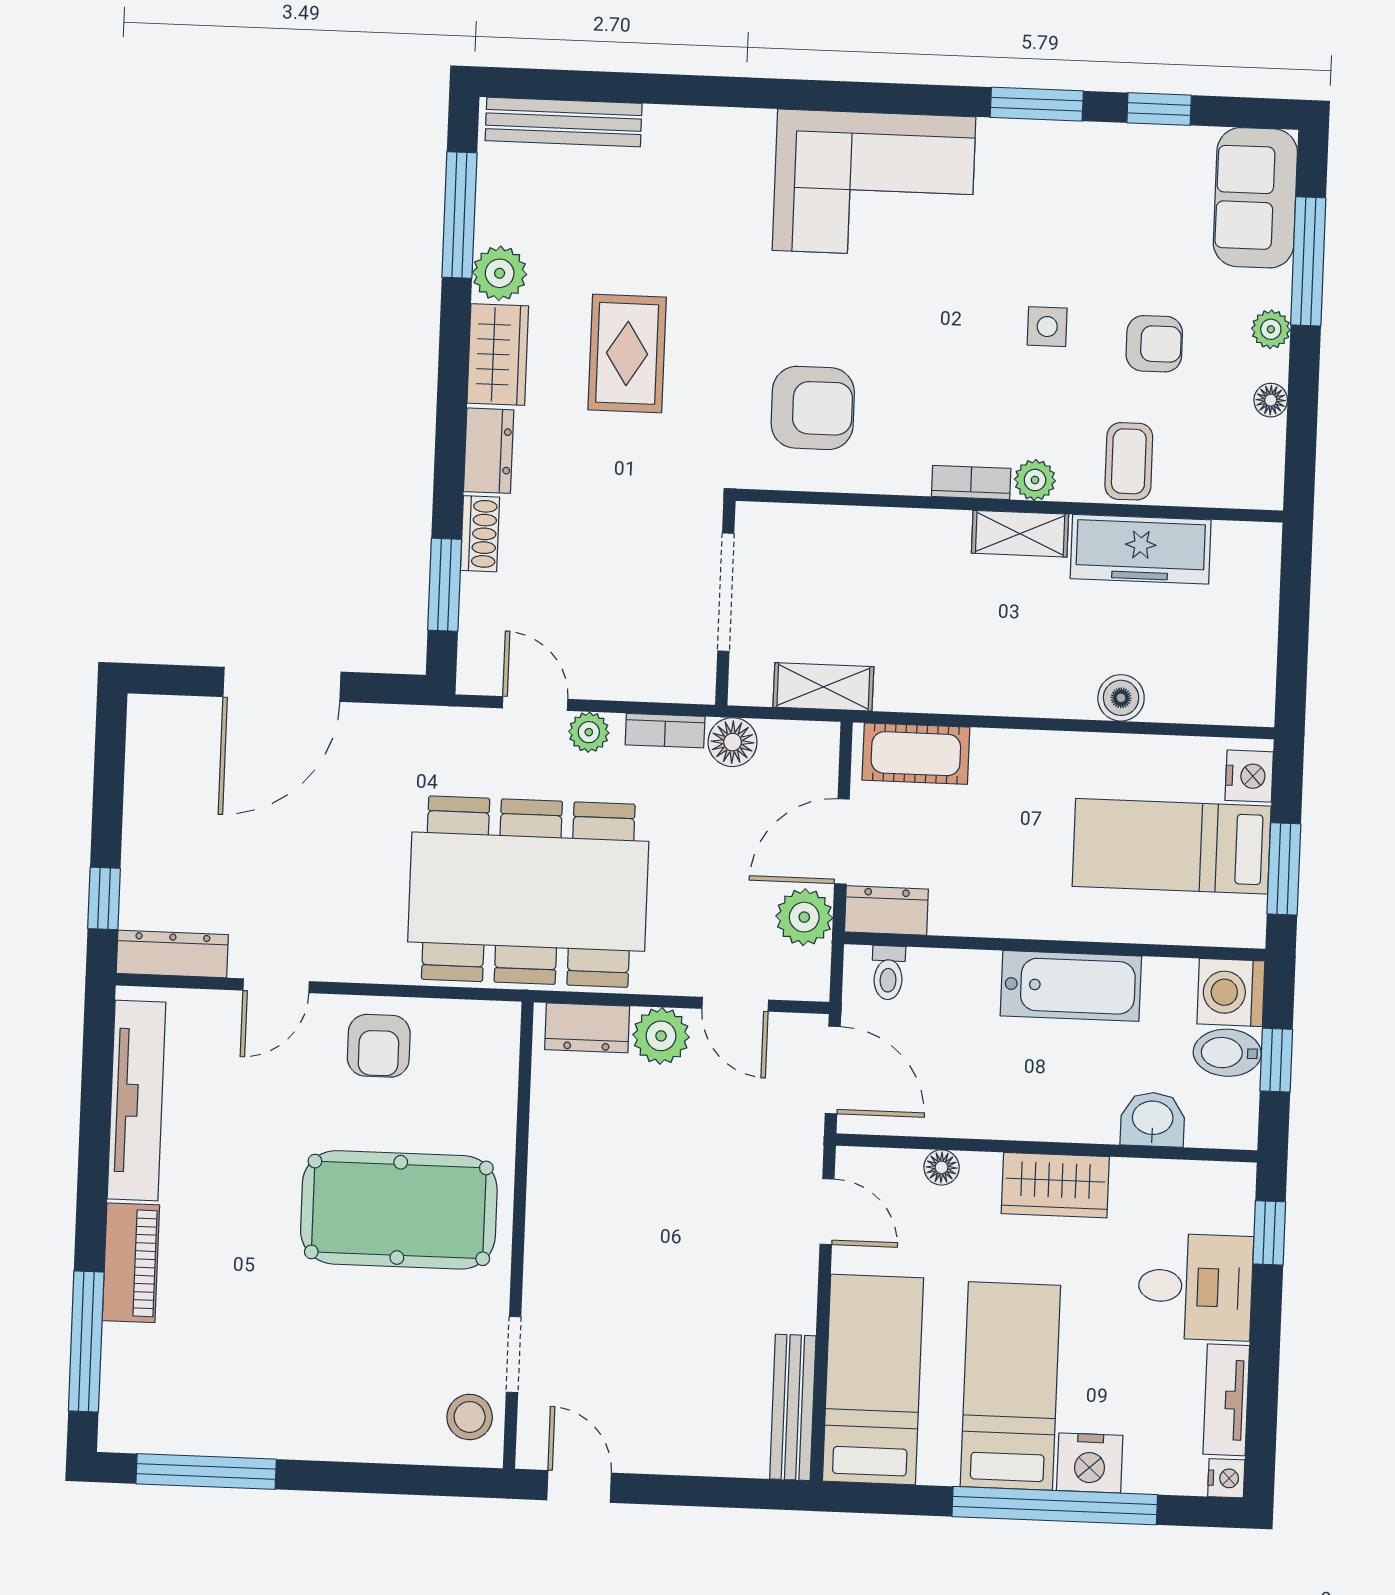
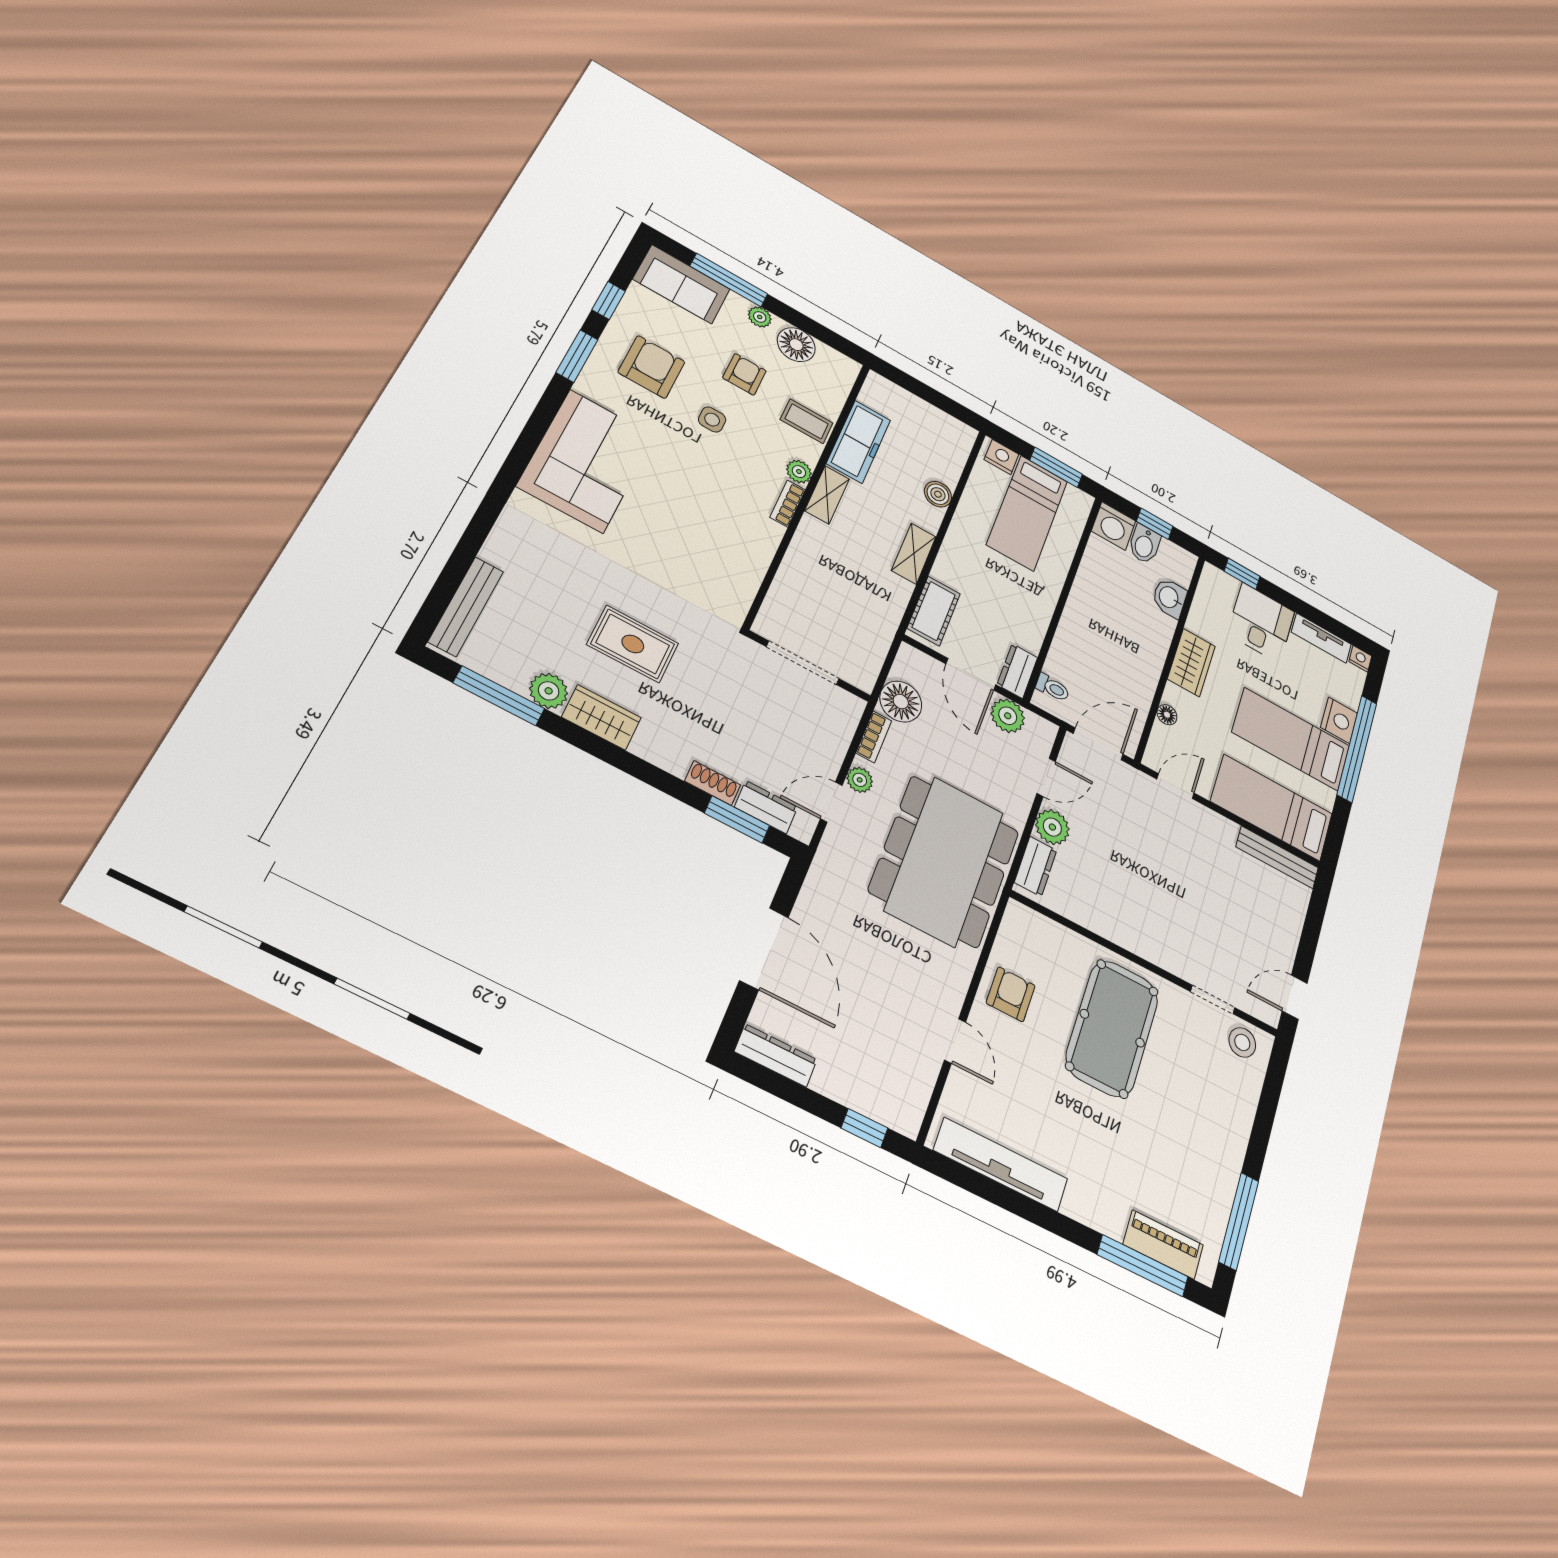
floor lamp: (1271, 400) -> (796, 345), width x1.89, depth x1.89
armchair: (813, 408) -> (651, 367), moved
dresser: (489, 451) -> (766, 807), moved
shelving: (823, 687) -> (914, 554), moved
floor lamp: (733, 742) -> (901, 702), width x1.38, depth x1.38
dresser: (172, 954) -> (776, 1055), moved, turned 90
bathtub: (1071, 986) -> (1087, 600), removed
armchair: (379, 1046) -> (1011, 994), turned -90
piano: (131, 1263) -> (1163, 1245), moved

